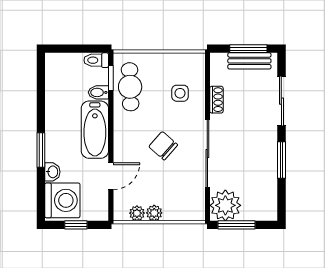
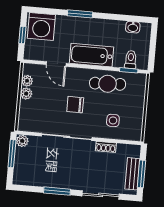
toilet: (96, 60) -> (131, 60), moved
cafe table: (130, 87) -> (108, 84), moved
bidet: (98, 92) -> (119, 60), removed
chair: (163, 146) -> (75, 105), turned -131
washbasin: (52, 172) -> (133, 27), moved
plant: (225, 205) -> (22, 141), width x0.53, depth x0.53

